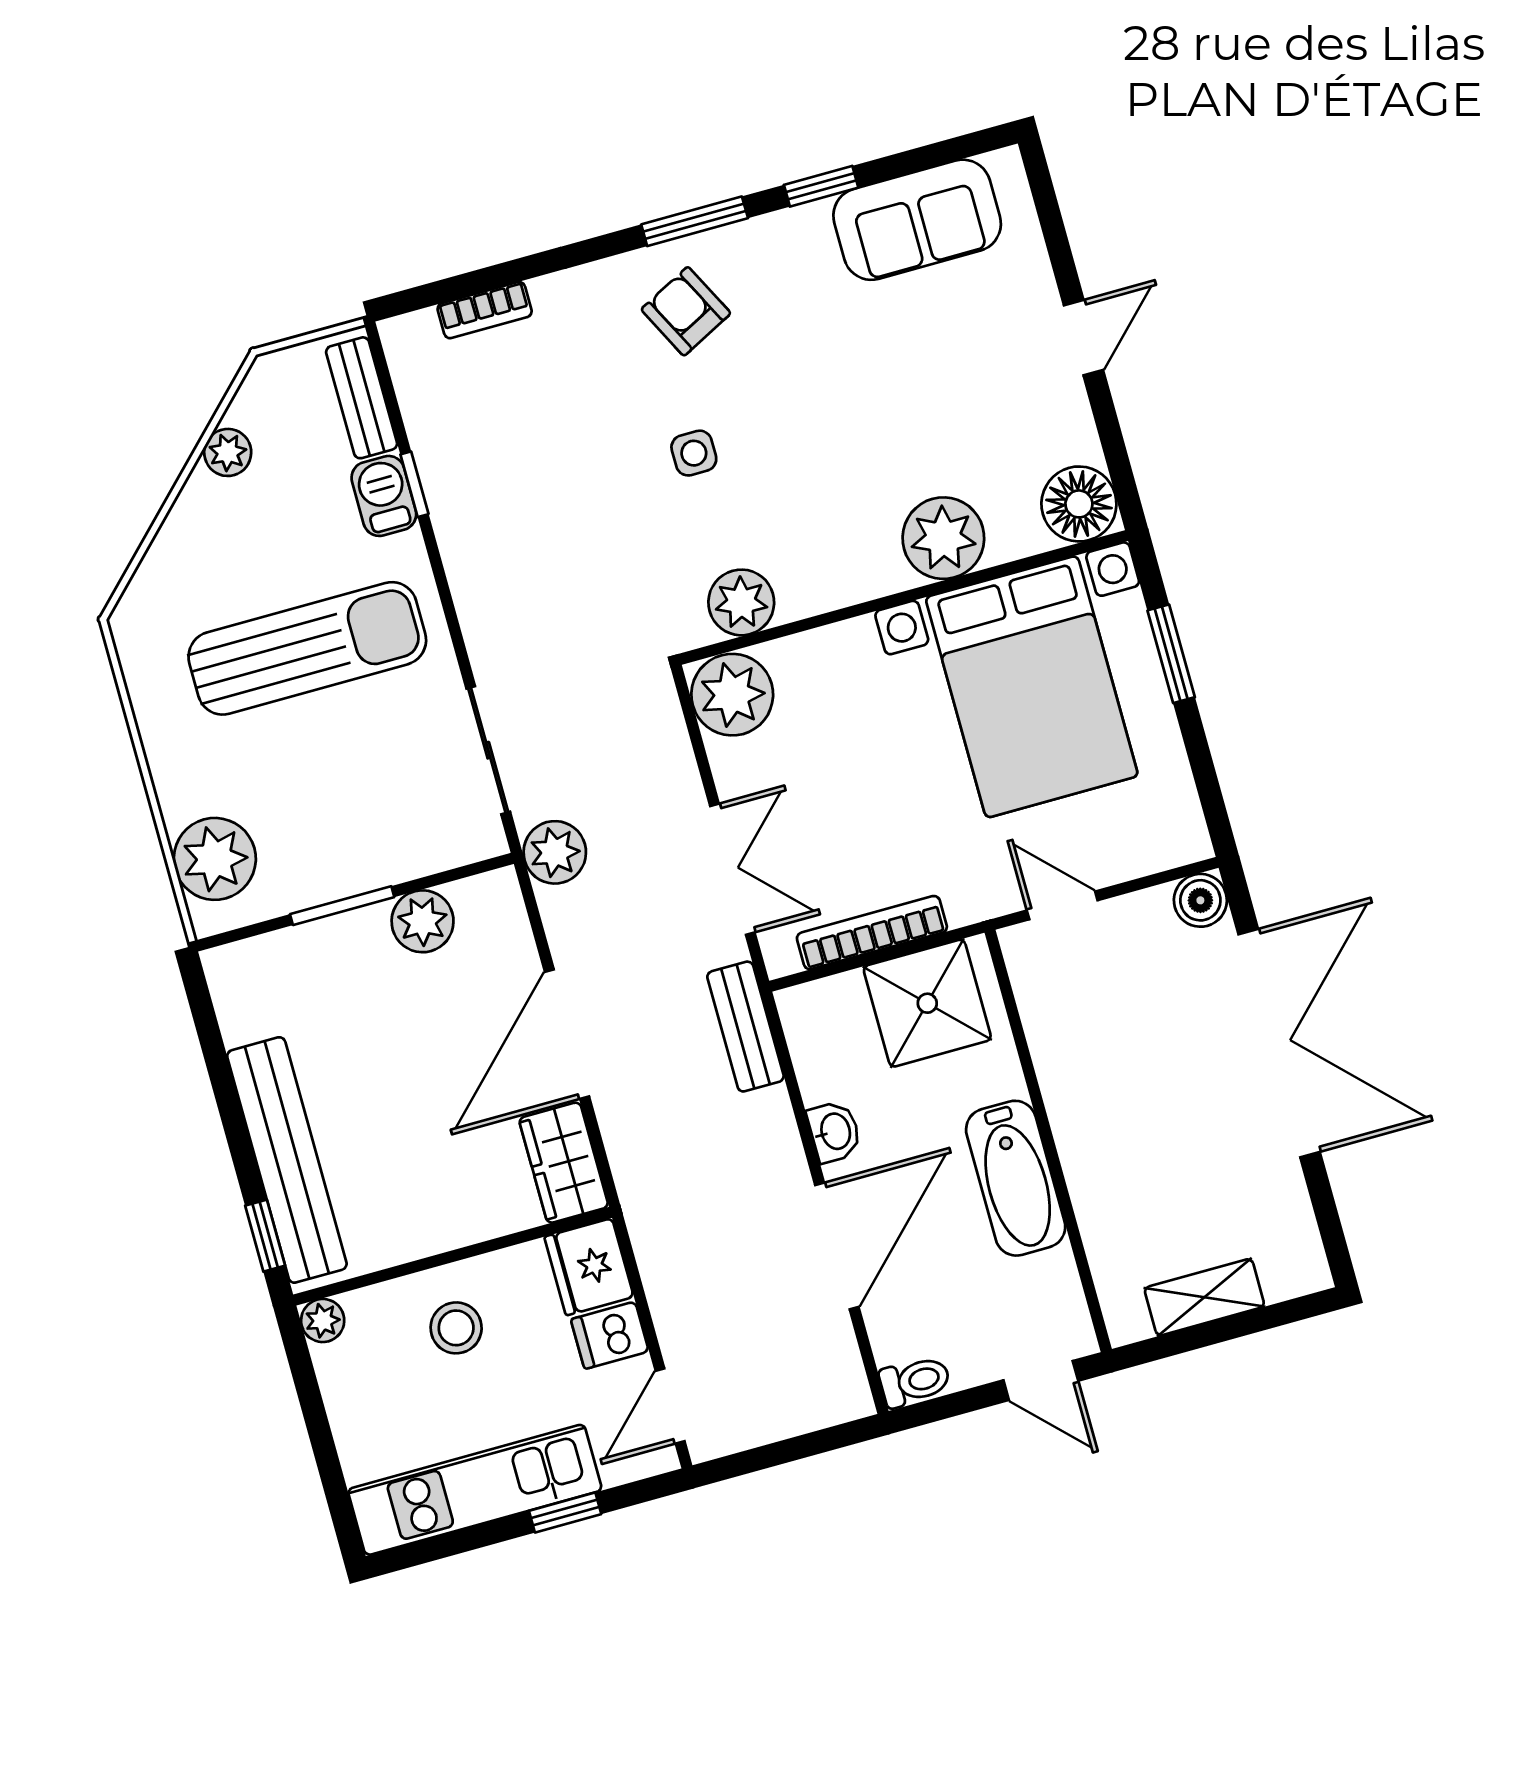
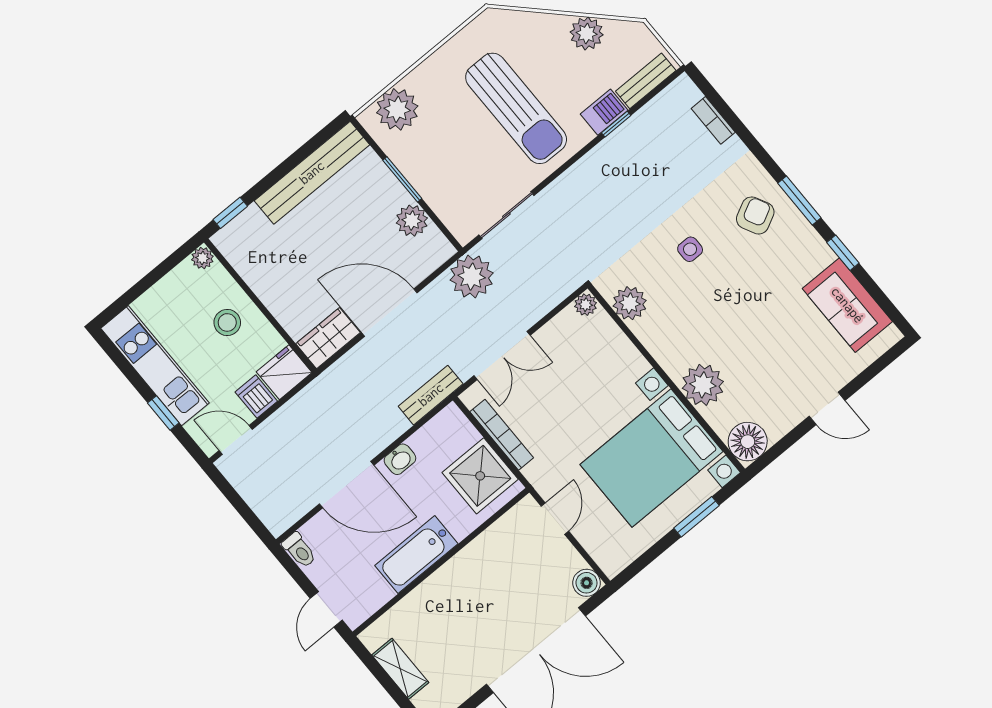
plant: (228, 452) -> (587, 33), width x1.38, depth x1.38
plant: (732, 695) -> (586, 305), width x0.53, depth x0.53
plant: (555, 852) -> (472, 277), width x1.36, depth x1.36
bench: (287, 1160) -> (312, 173), moved

